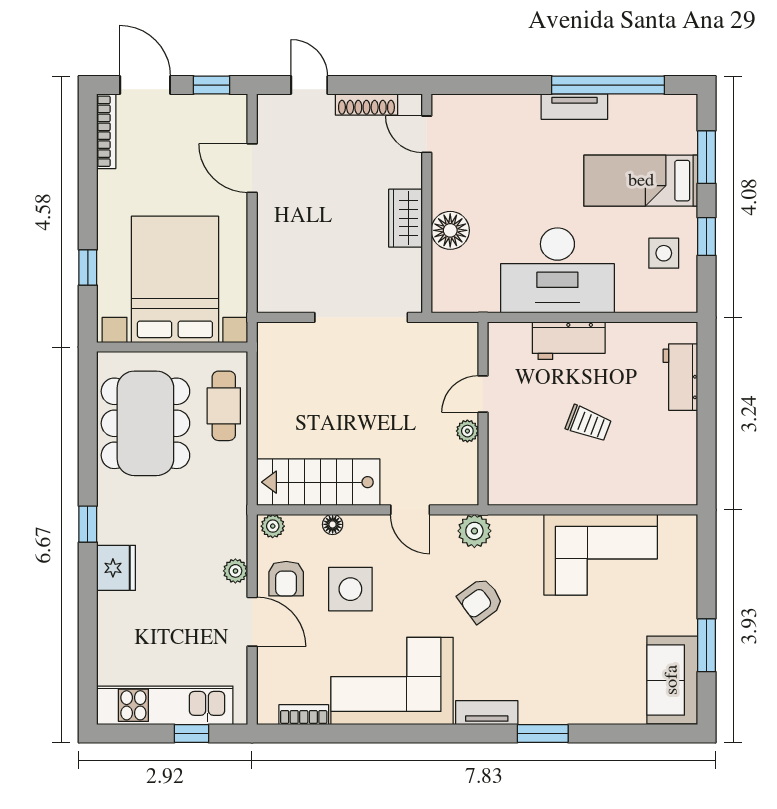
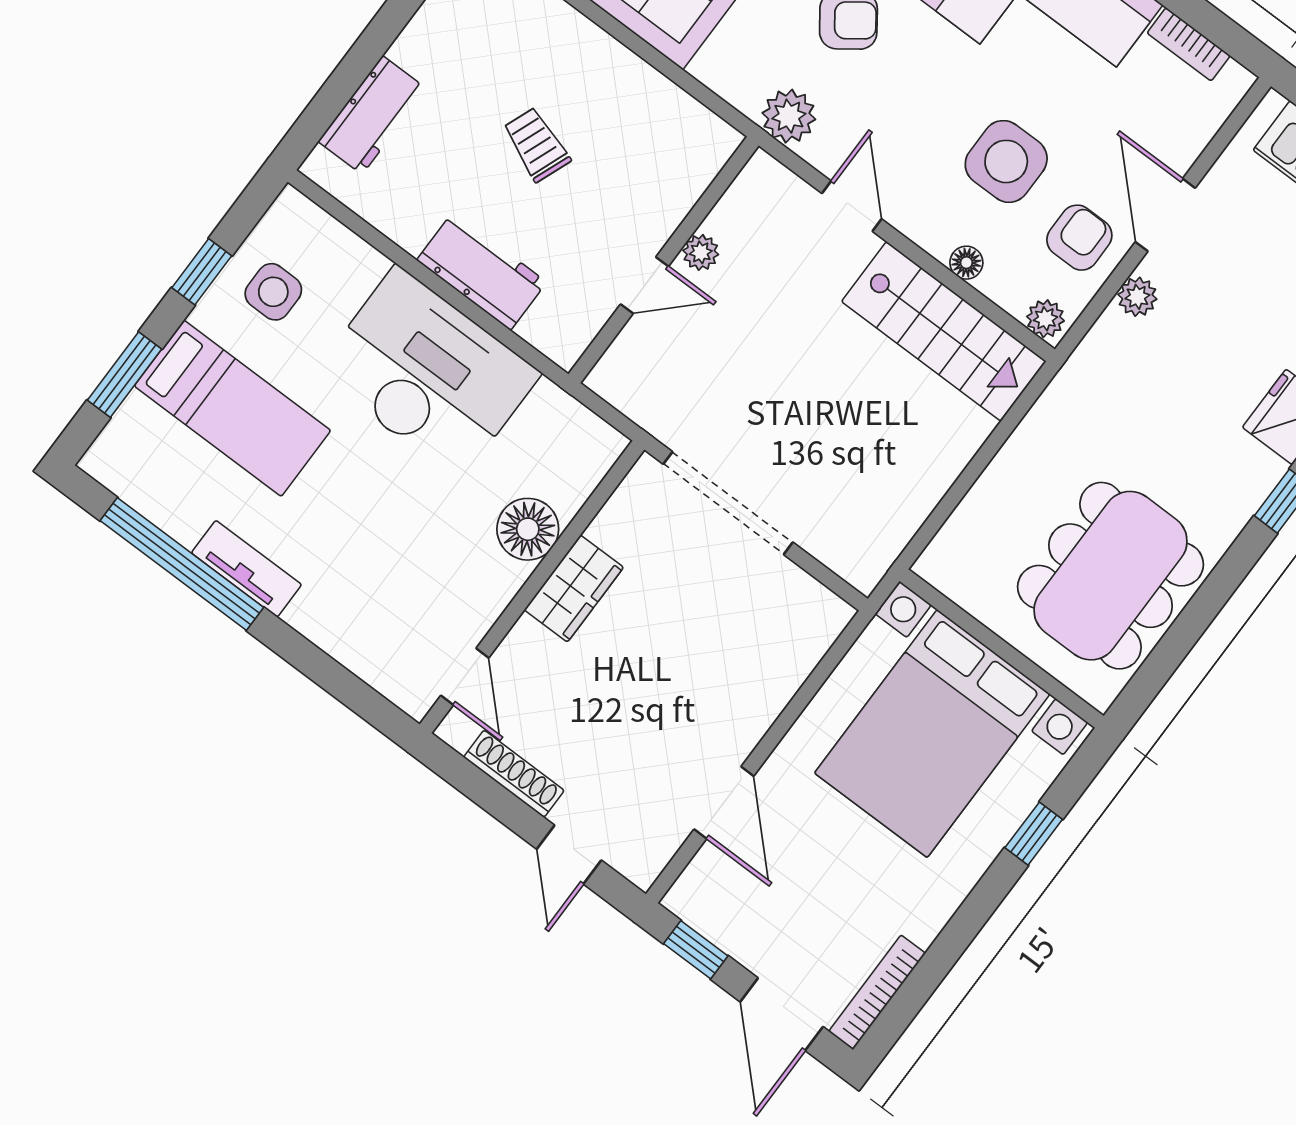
cafe table: (224, 406) -> (992, 522), removed

